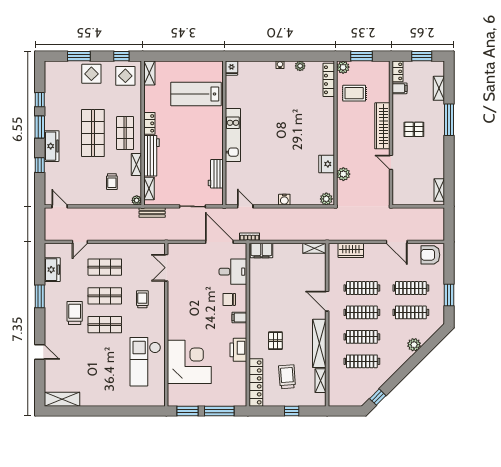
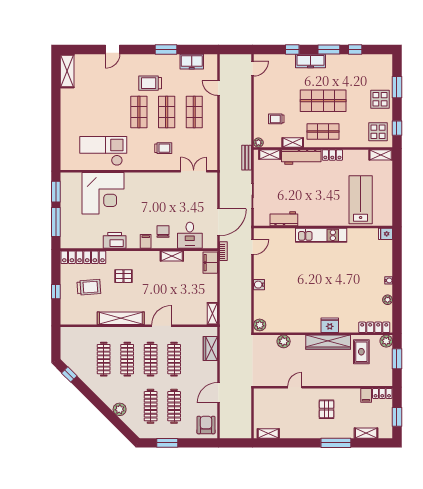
wardrobe: (382, 126) -> (328, 342), moved, turned 180
fridge: (327, 164) -> (330, 325), moved
trolley: (75, 313) -> (150, 83), turned 180
shelving: (321, 381) -> (172, 256), moved

